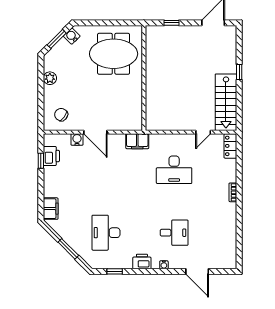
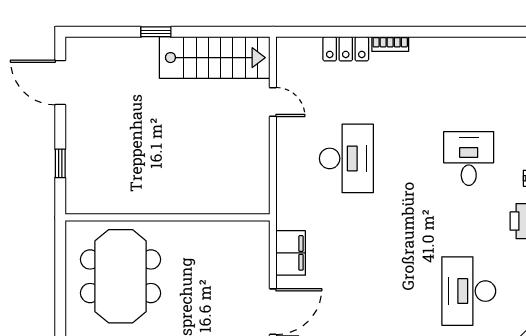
filing cabinet: (137, 141) -> (291, 253), moved
locker: (230, 146) -> (346, 49), moved
desk: (106, 233) -> (469, 291), turned 90

